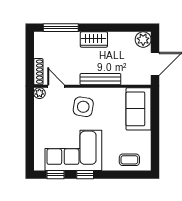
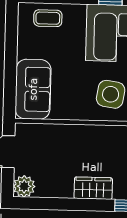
bench: (100, 79) -> (85, 132), removed

